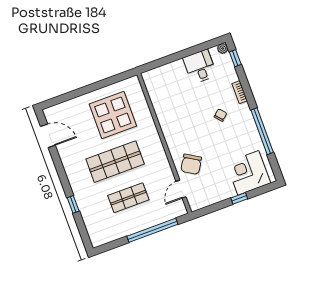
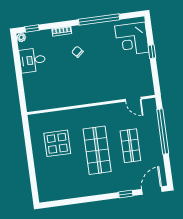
display table: (113, 115) -> (57, 143), width x0.73, depth x0.73
door: (48, 136) -> (152, 190), moved
chair: (191, 164) -> (114, 86), removed

